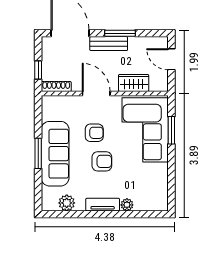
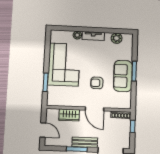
corner sofa: (145, 130) -> (64, 65), moved
sofa: (55, 154) -> (123, 76), width x0.73
armchair: (102, 161) -> (93, 64), removed

